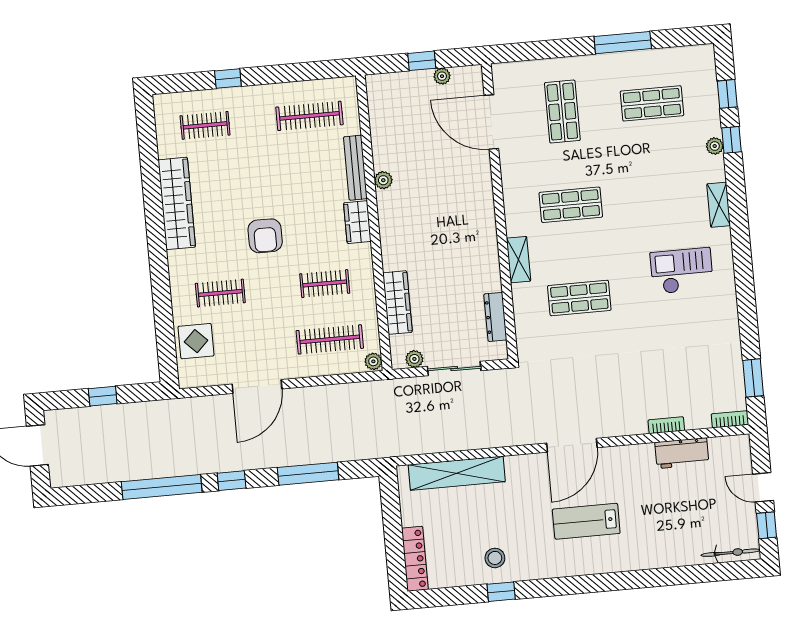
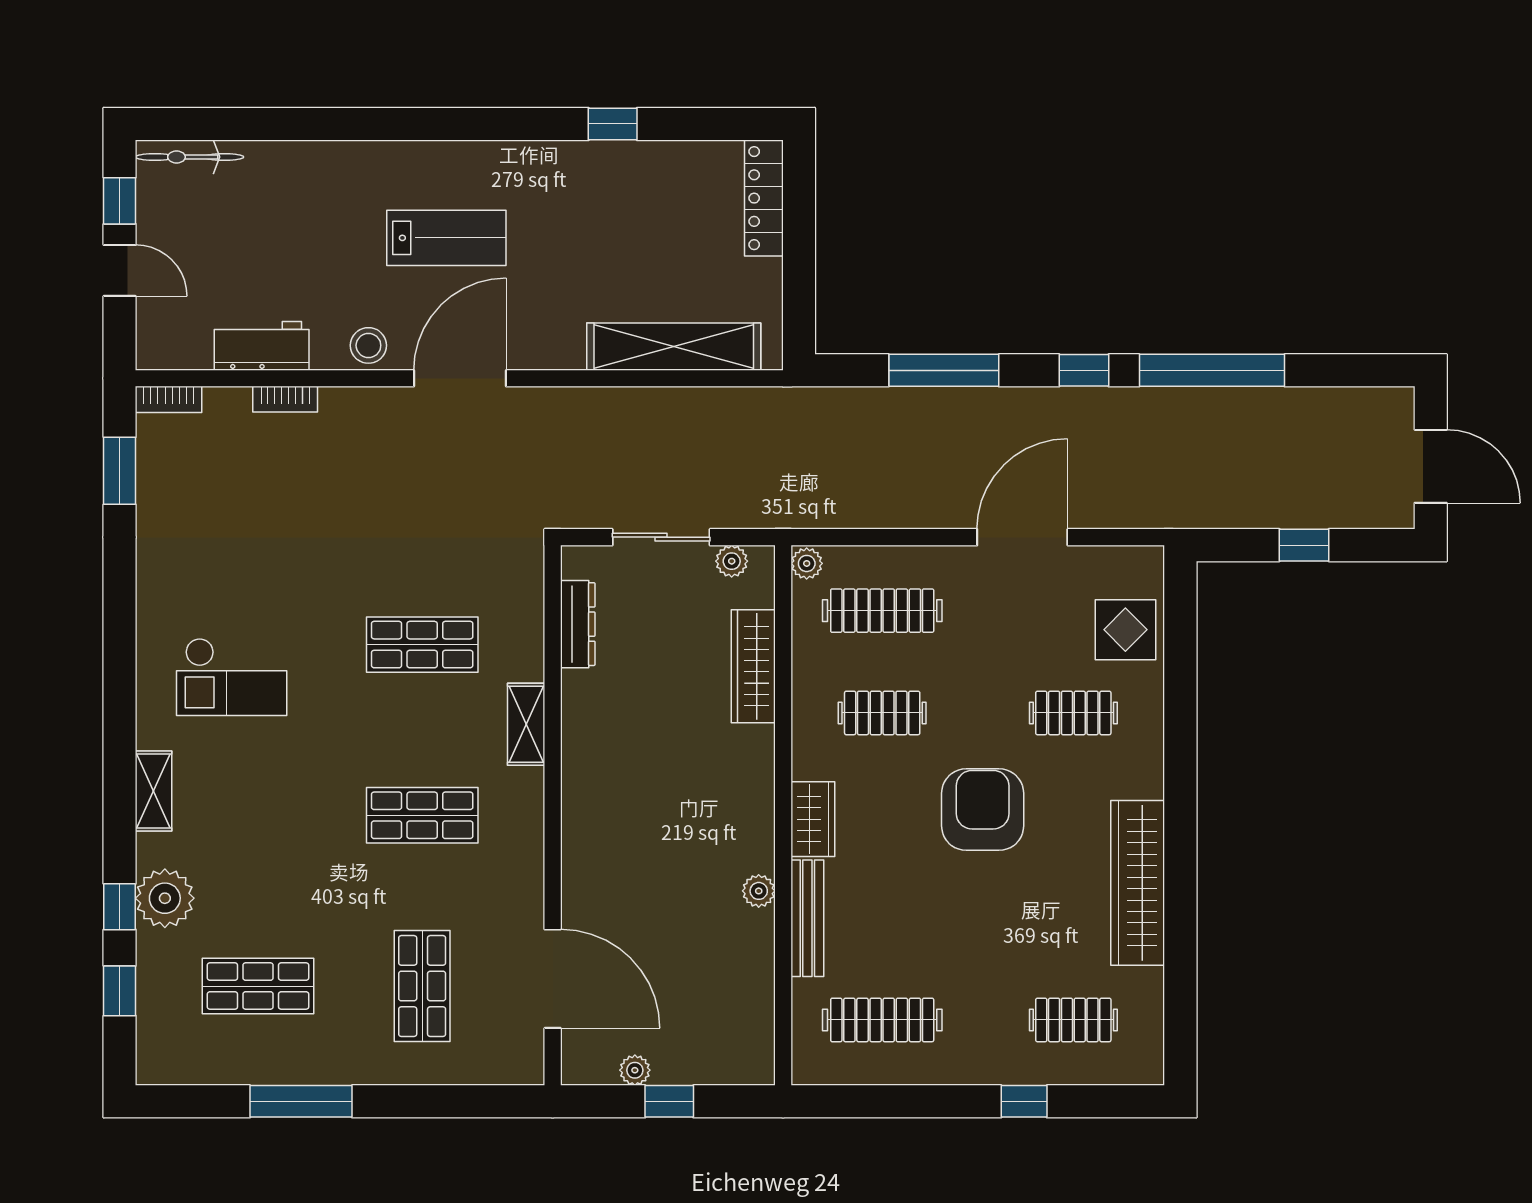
plant: (715, 146) -> (165, 898), width x1.87, depth x1.87
armchair: (265, 236) -> (983, 810), width x1.36, depth x1.36
stool: (495, 558) -> (368, 345), moved

